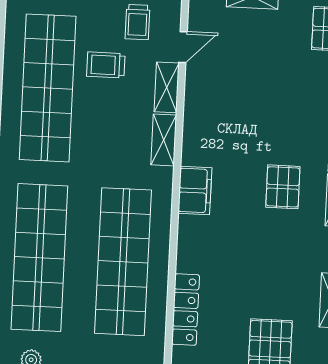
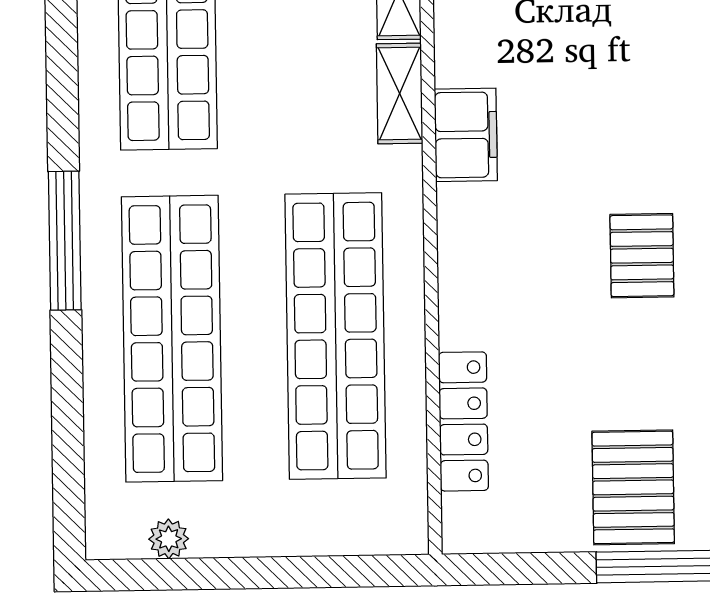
pallet: (283, 187) -> (642, 256), moved
filing cabinet: (195, 191) -> (466, 135), moved

